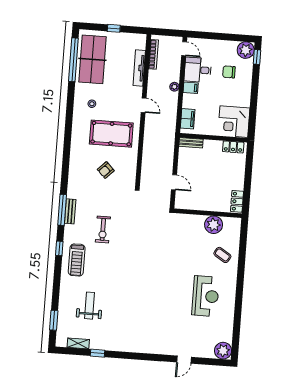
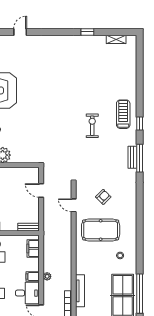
door: (144, 105) -> (74, 205), moved
exercise bike: (103, 229) -> (92, 126), moved
weight bench: (89, 306) -> (109, 74), removed
window: (54, 320) -> (140, 58), removed
window: (98, 353) -> (87, 32), moved

